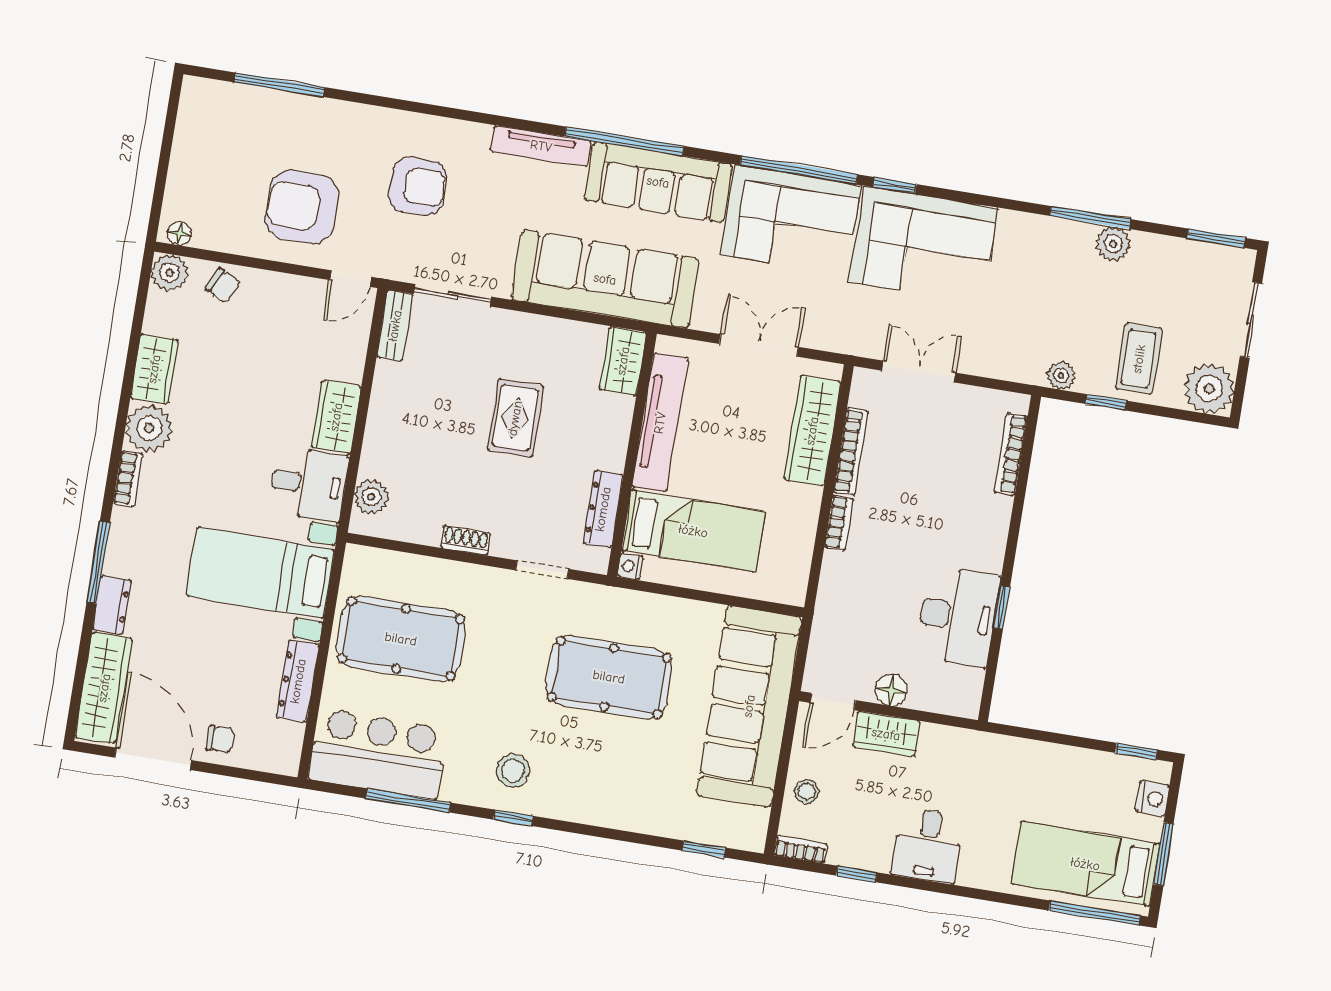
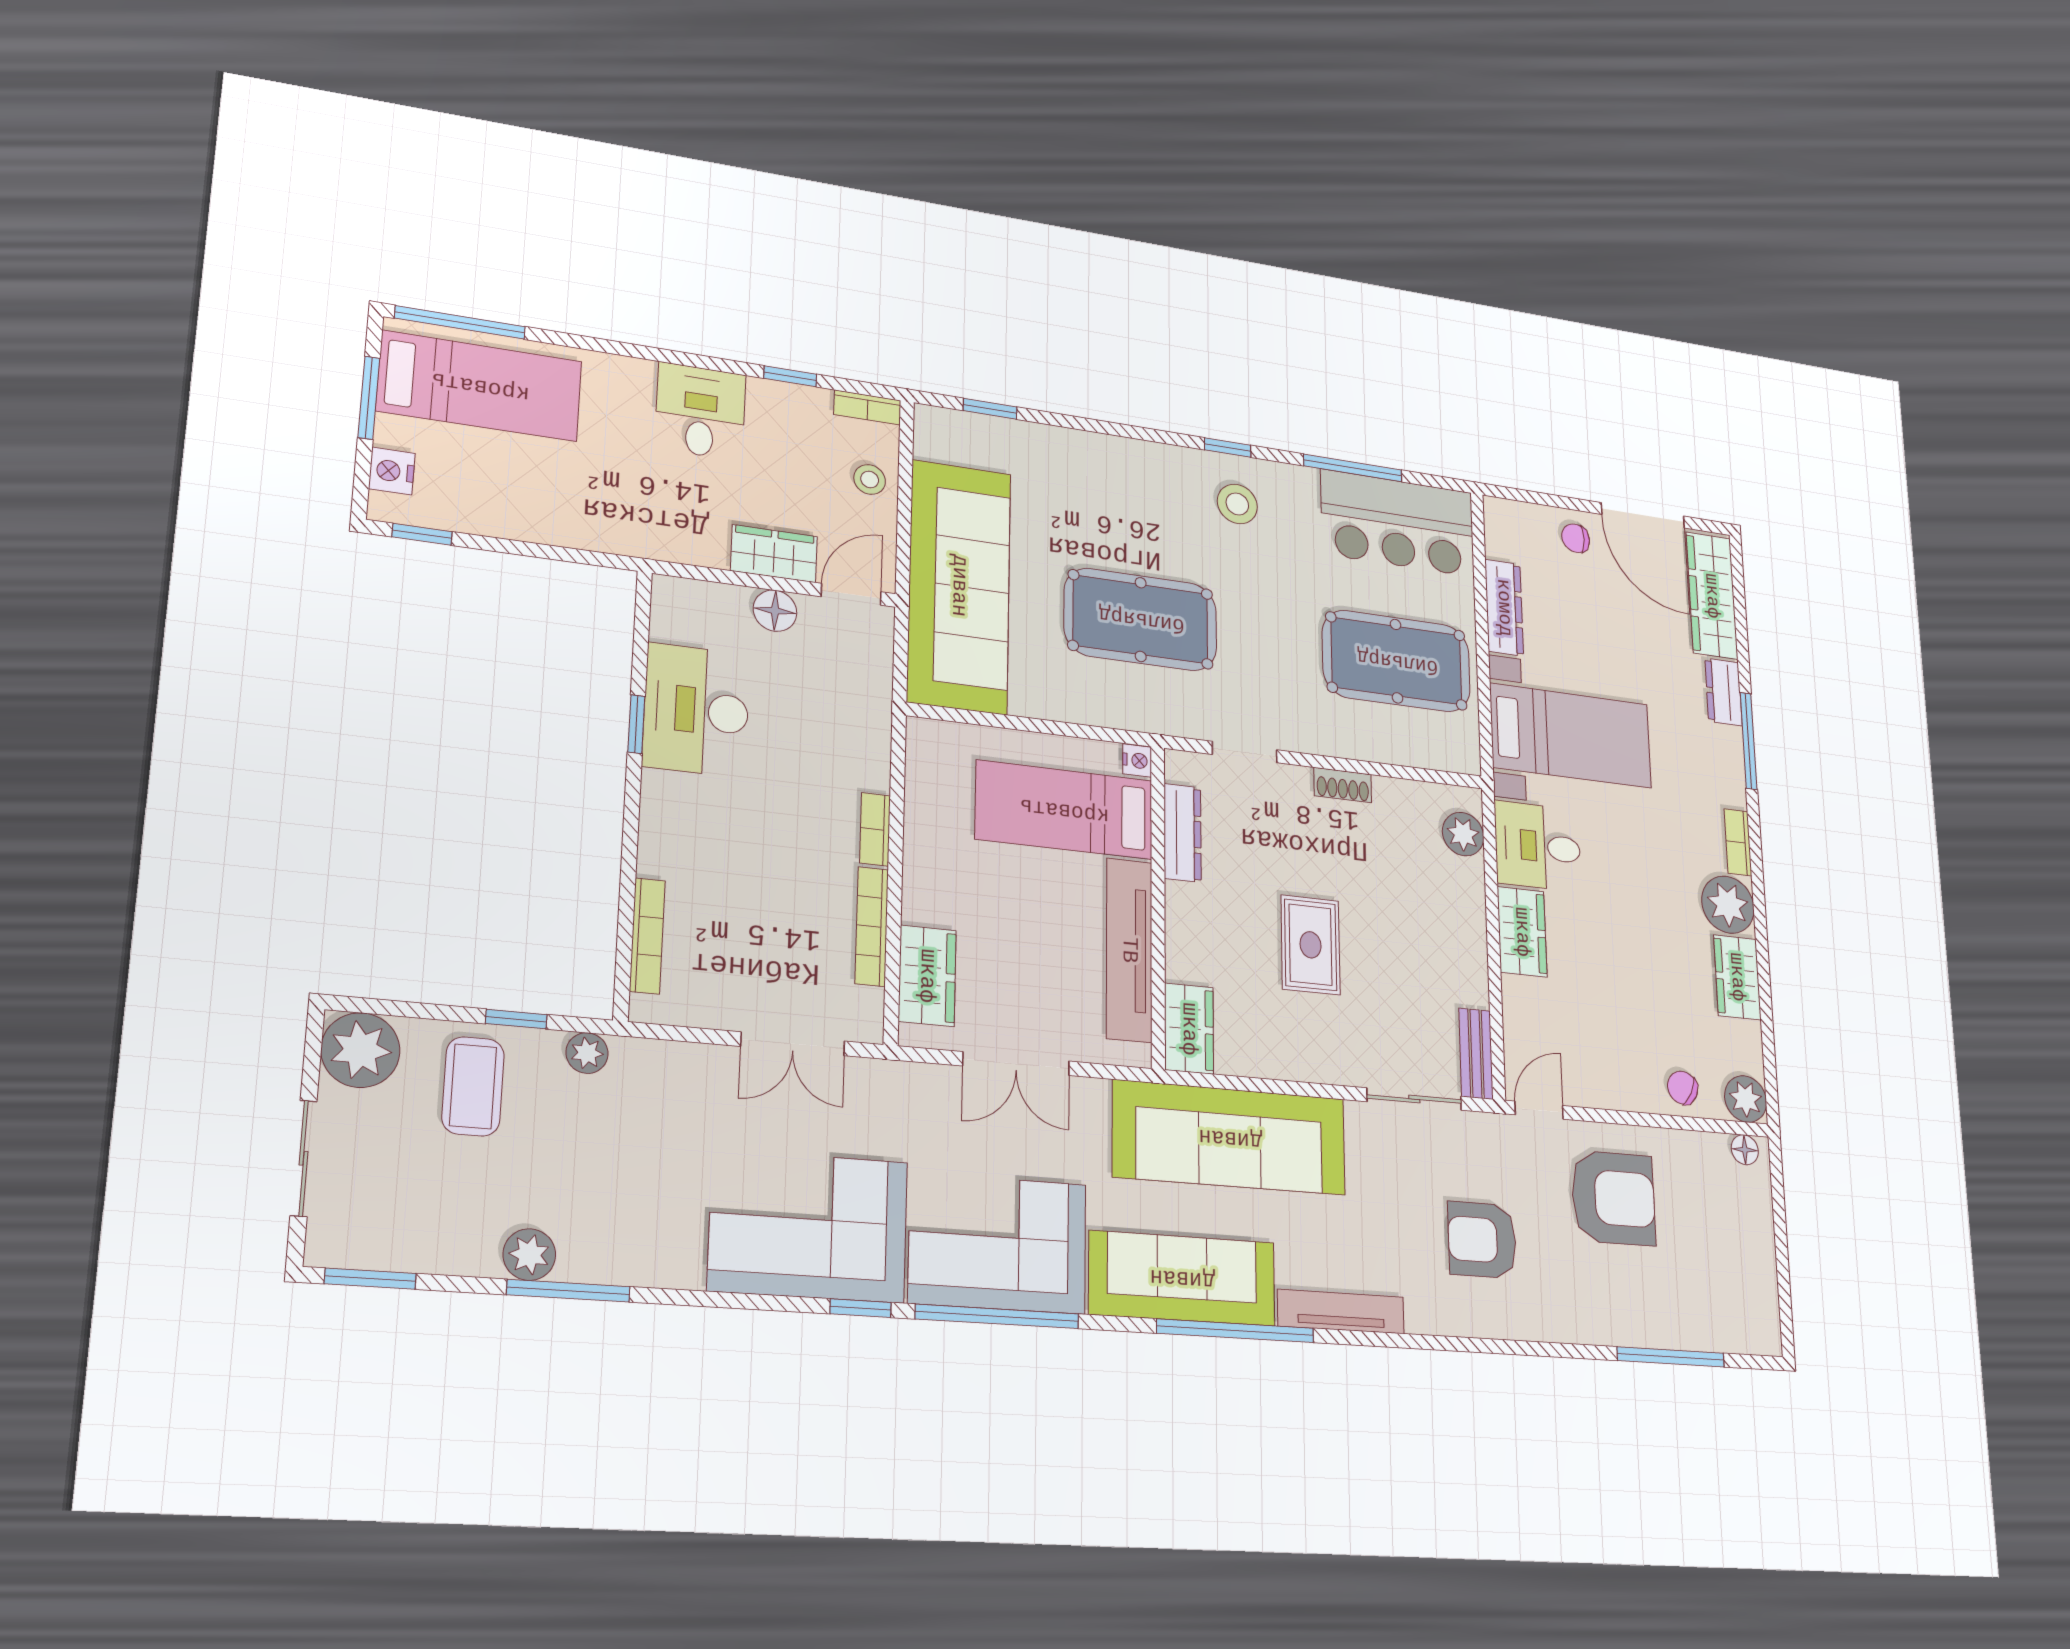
wardrobe: (812, 431) -> (927, 976), width x0.67

